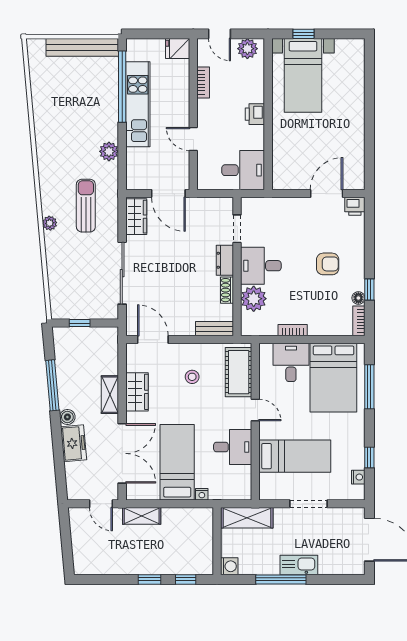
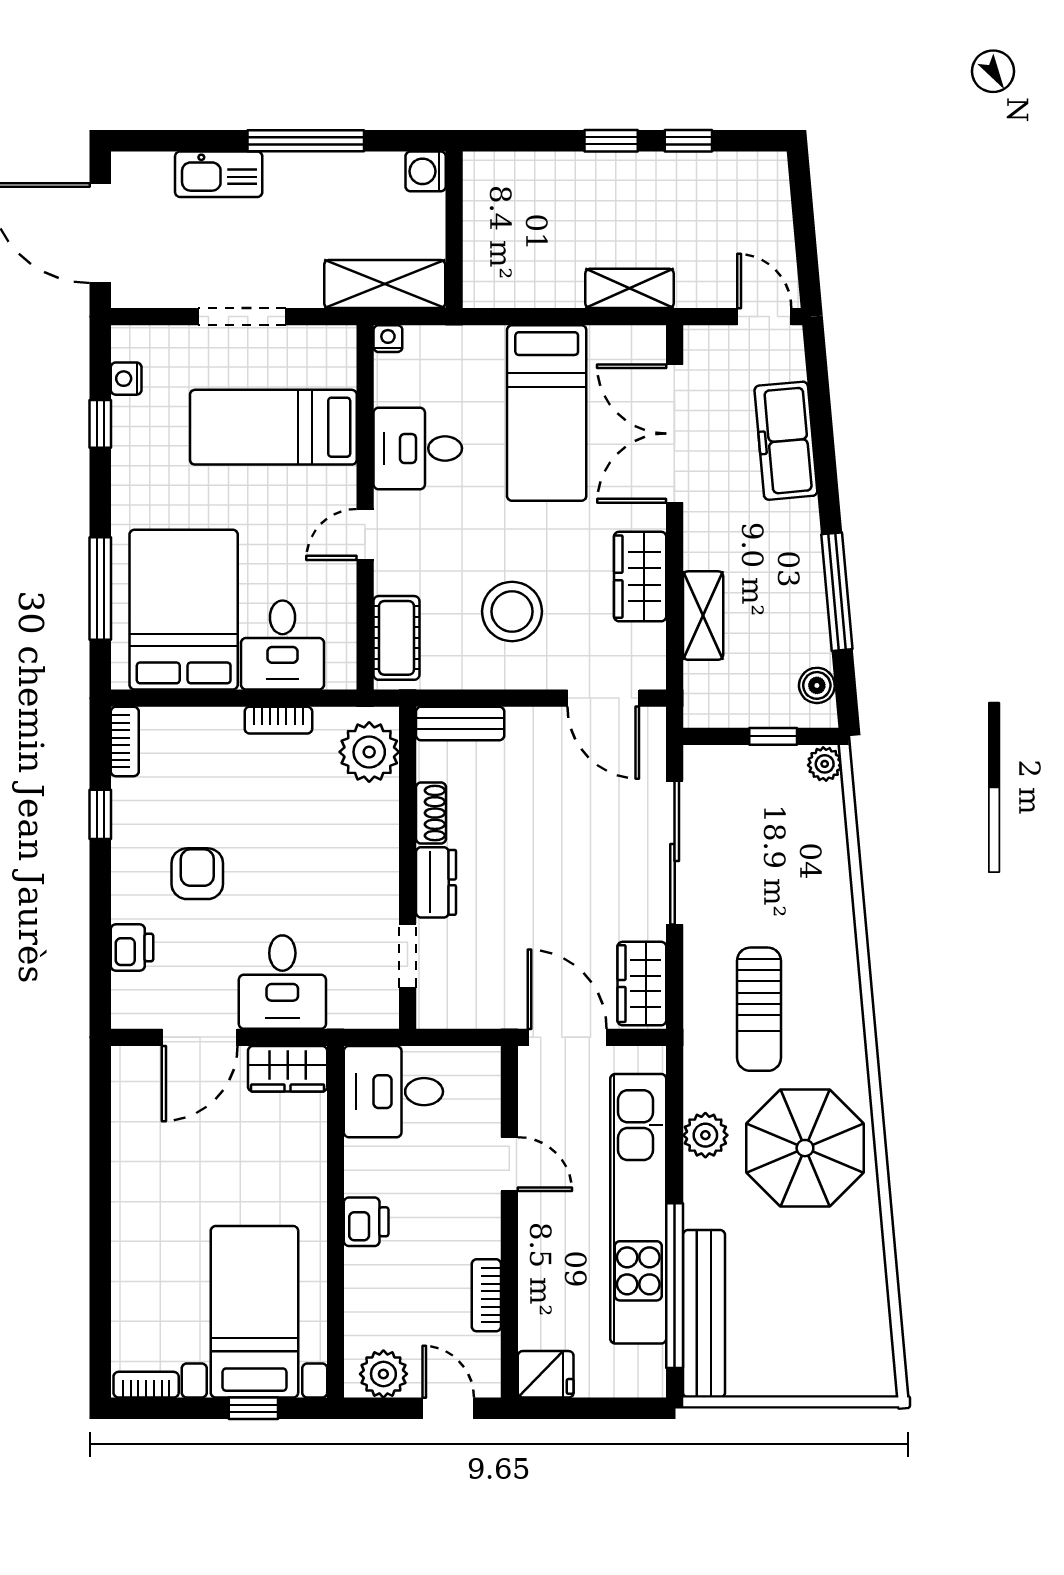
bookcase: (350, 44) -> (146, 1385), added
bench: (82, 47) -> (704, 1314), moved, turned 90
kitchen unit: (138, 104) -> (638, 1209), width x1.36
parasol: (66, 146) -> (805, 1148), added
wardrobe: (289, 180) -> (288, 1069), added
printer: (355, 206) -> (132, 947), moved, turned 90
plant: (50, 223) -> (825, 764), moved
armchair: (328, 264) -> (197, 874), turned 90
desk: (261, 266) -> (282, 982), moved, turned 90
floor lamp: (358, 298) -> (126, 795), removed
plant: (254, 299) -> (369, 752), moved
cot: (239, 372) -> (396, 638), width x0.73, depth x0.75
stool: (192, 377) -> (512, 611), width x1.89, depth x1.89
shelving: (110, 395) -> (703, 616), moved
door: (255, 410) -> (365, 534), hinge flipped
boiler: (67, 417) -> (817, 685), moved
freezer: (74, 443) -> (786, 441), width x1.40
nightstand: (202, 494) -> (388, 339), moved
door: (101, 504) -> (764, 317), moved
kitchen sink: (299, 565) -> (219, 174), moved
window: (186, 579) -> (688, 141), moved

